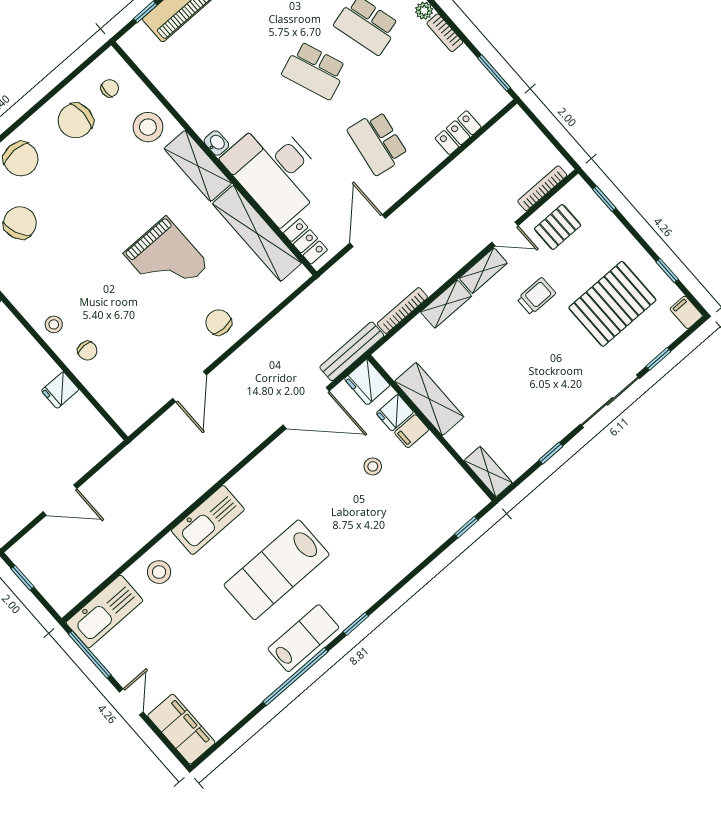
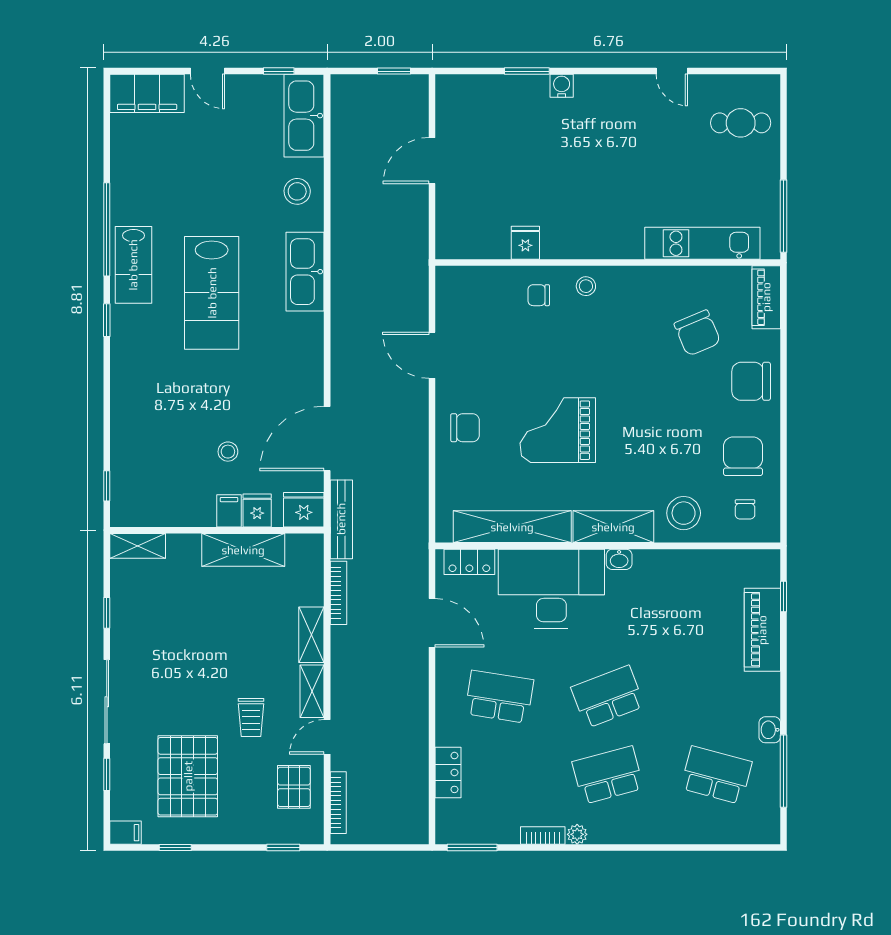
lab bench: (277, 570) -> (212, 293), turned 180
window: (90, 654) -> (279, 71), width x0.46

